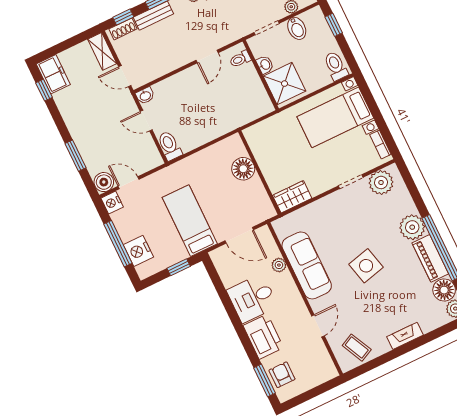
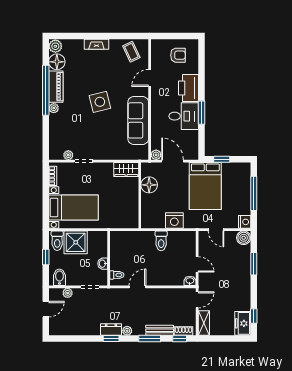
window: (334, 25) -> (46, 257), moved
bidet: (297, 28) -> (59, 277), moved
door: (125, 76) -> (197, 300), hinge flipped
shower: (285, 84) -> (76, 242), moved
toilet: (170, 146) -> (161, 241), moved
floor lamp: (243, 169) -> (149, 185), moved
plant: (381, 182) -> (68, 155), width x0.53, depth x0.53
door: (129, 183) -> (216, 230), moved
bed: (190, 221) -> (205, 186), width x1.50
plant: (412, 227) -> (54, 108), width x0.53, depth x0.53
nightstand: (138, 251) -> (174, 220), moved, turned 90
plant: (279, 265) -> (156, 155), moved
armchair: (282, 375) -> (178, 55), moved, turned -90
window: (264, 380) -> (201, 113), moved

